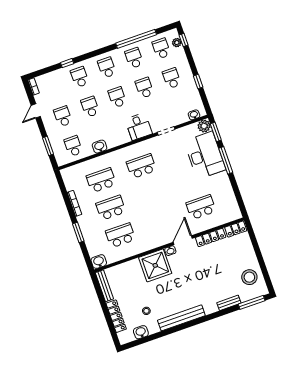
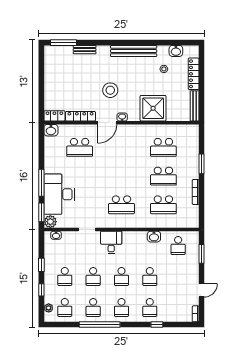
window: (136, 39) -> (100, 325), moved
window: (184, 40) -> (41, 290), moved
school desk: (63, 116) -> (178, 276), removed
washbasin: (99, 262) -> (51, 130), moved
shower: (155, 265) -> (153, 108), moved
stool: (249, 277) -> (110, 90), moved

